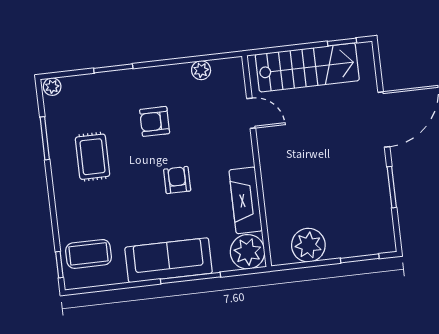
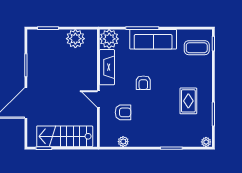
door: (251, 113) -> (98, 99), moved
armchair: (155, 121) -> (123, 112), moved

